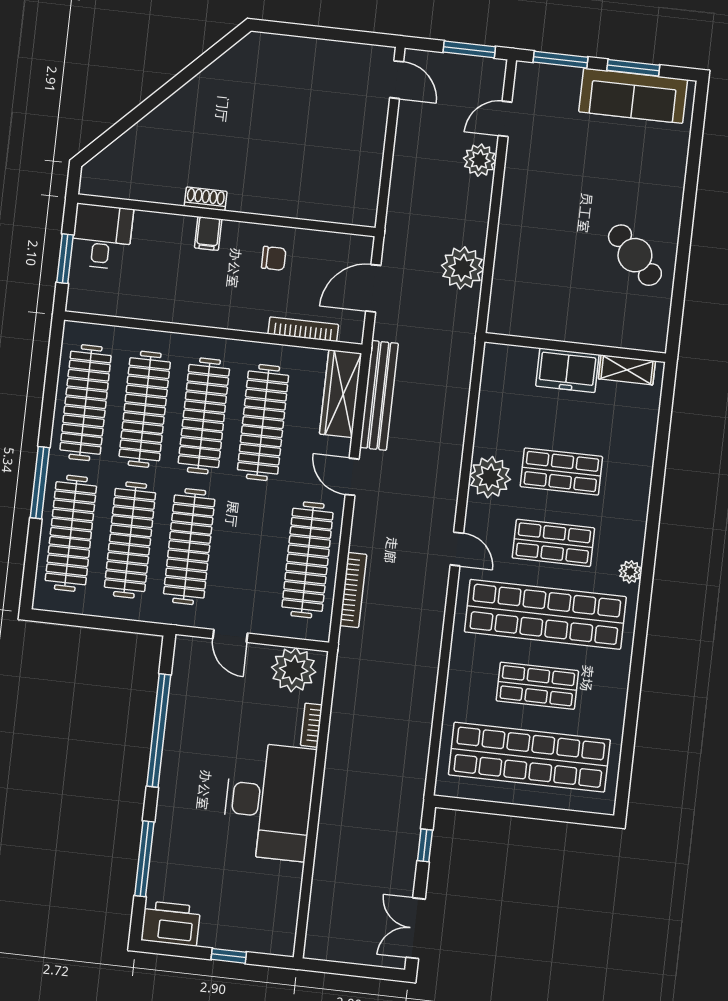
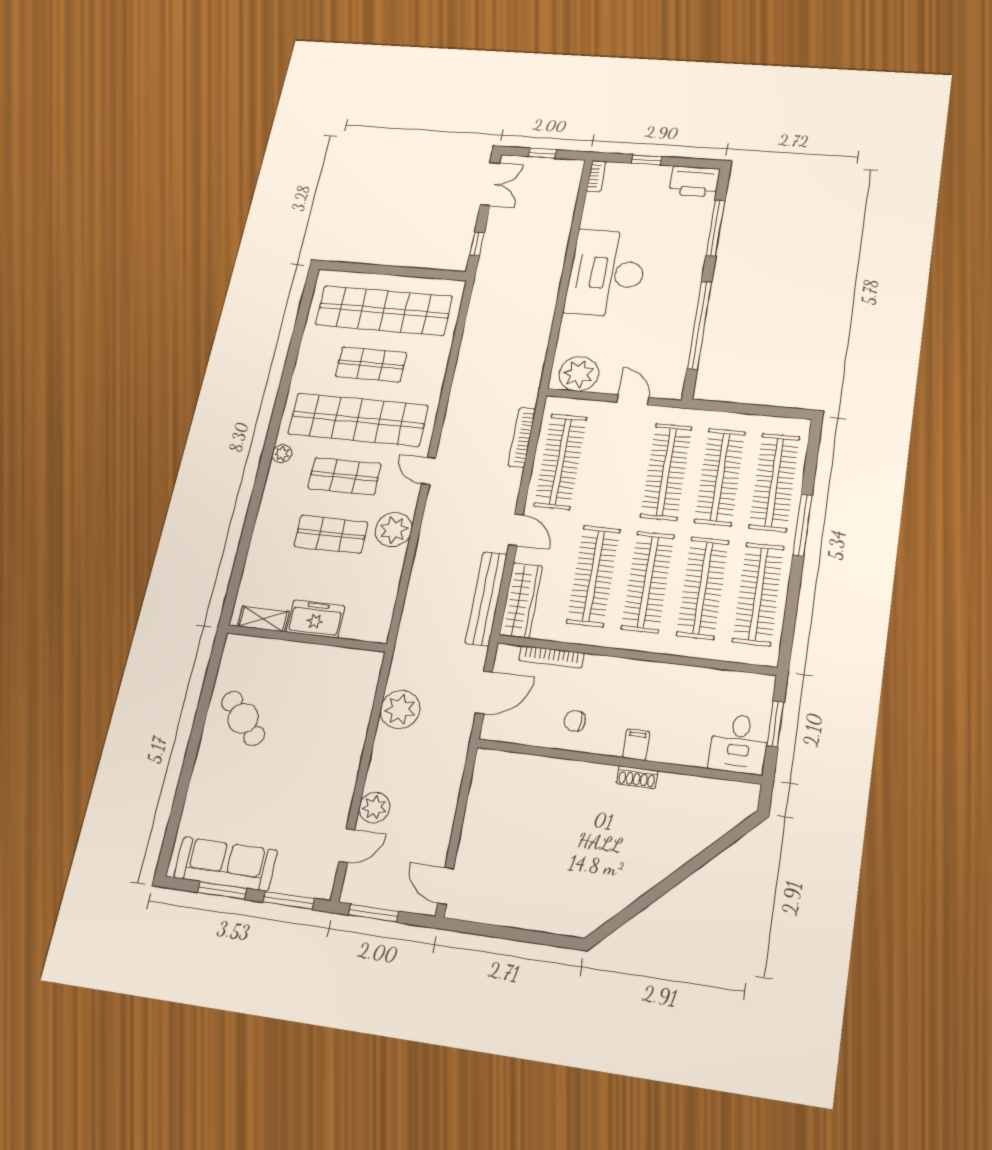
bookcase: (311, 725) -> (596, 176), moved
window: (355, 970) -> (542, 153), added

